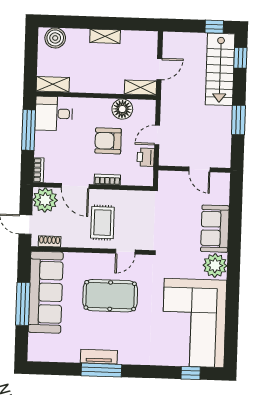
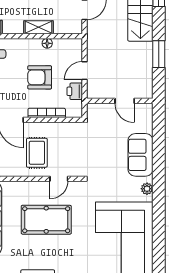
shelving: (140, 87) -> (38, 27), moved
floor lamp: (122, 109) -> (47, 43), width x0.53, depth x0.53
bookcase: (107, 180) -> (47, 113), width x1.56
plant: (215, 265) -> (147, 189), width x0.53, depth x0.53

